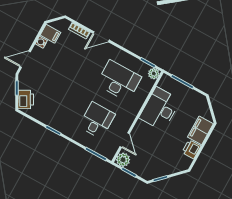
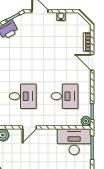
filing cabinet: (50, 34) -> (72, 20), removed
desk: (119, 81) -> (65, 96), width x0.73
desk: (160, 109) -> (74, 142), moved
door: (125, 140) -> (29, 127), moved

